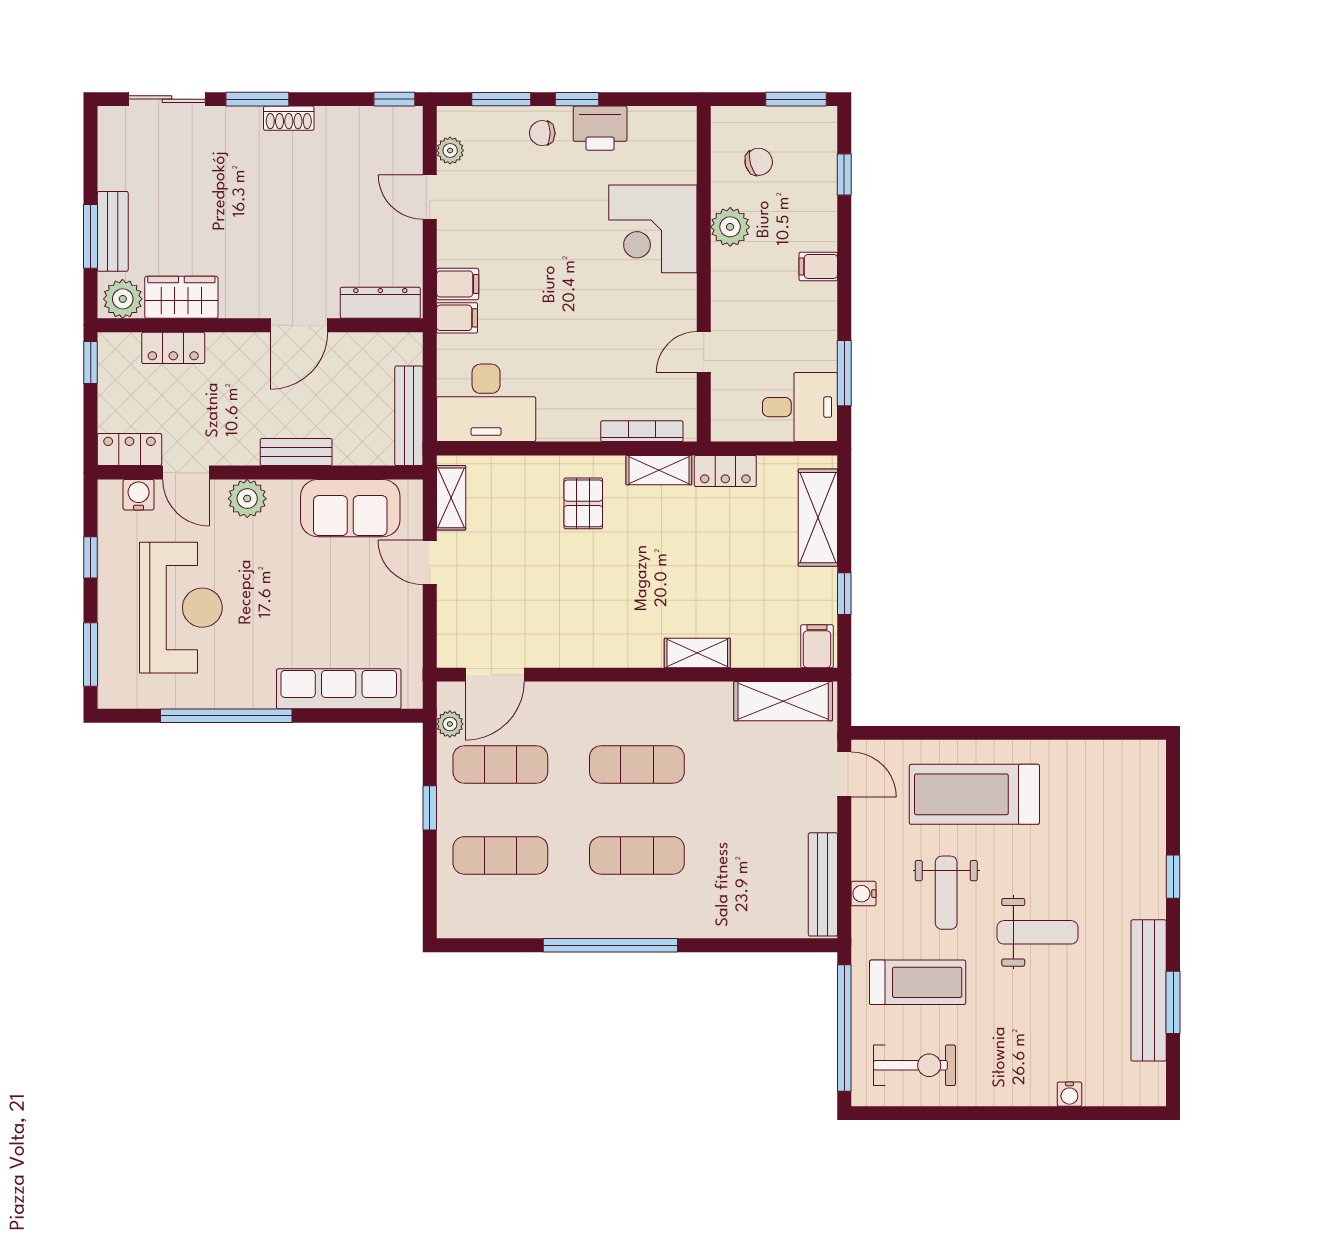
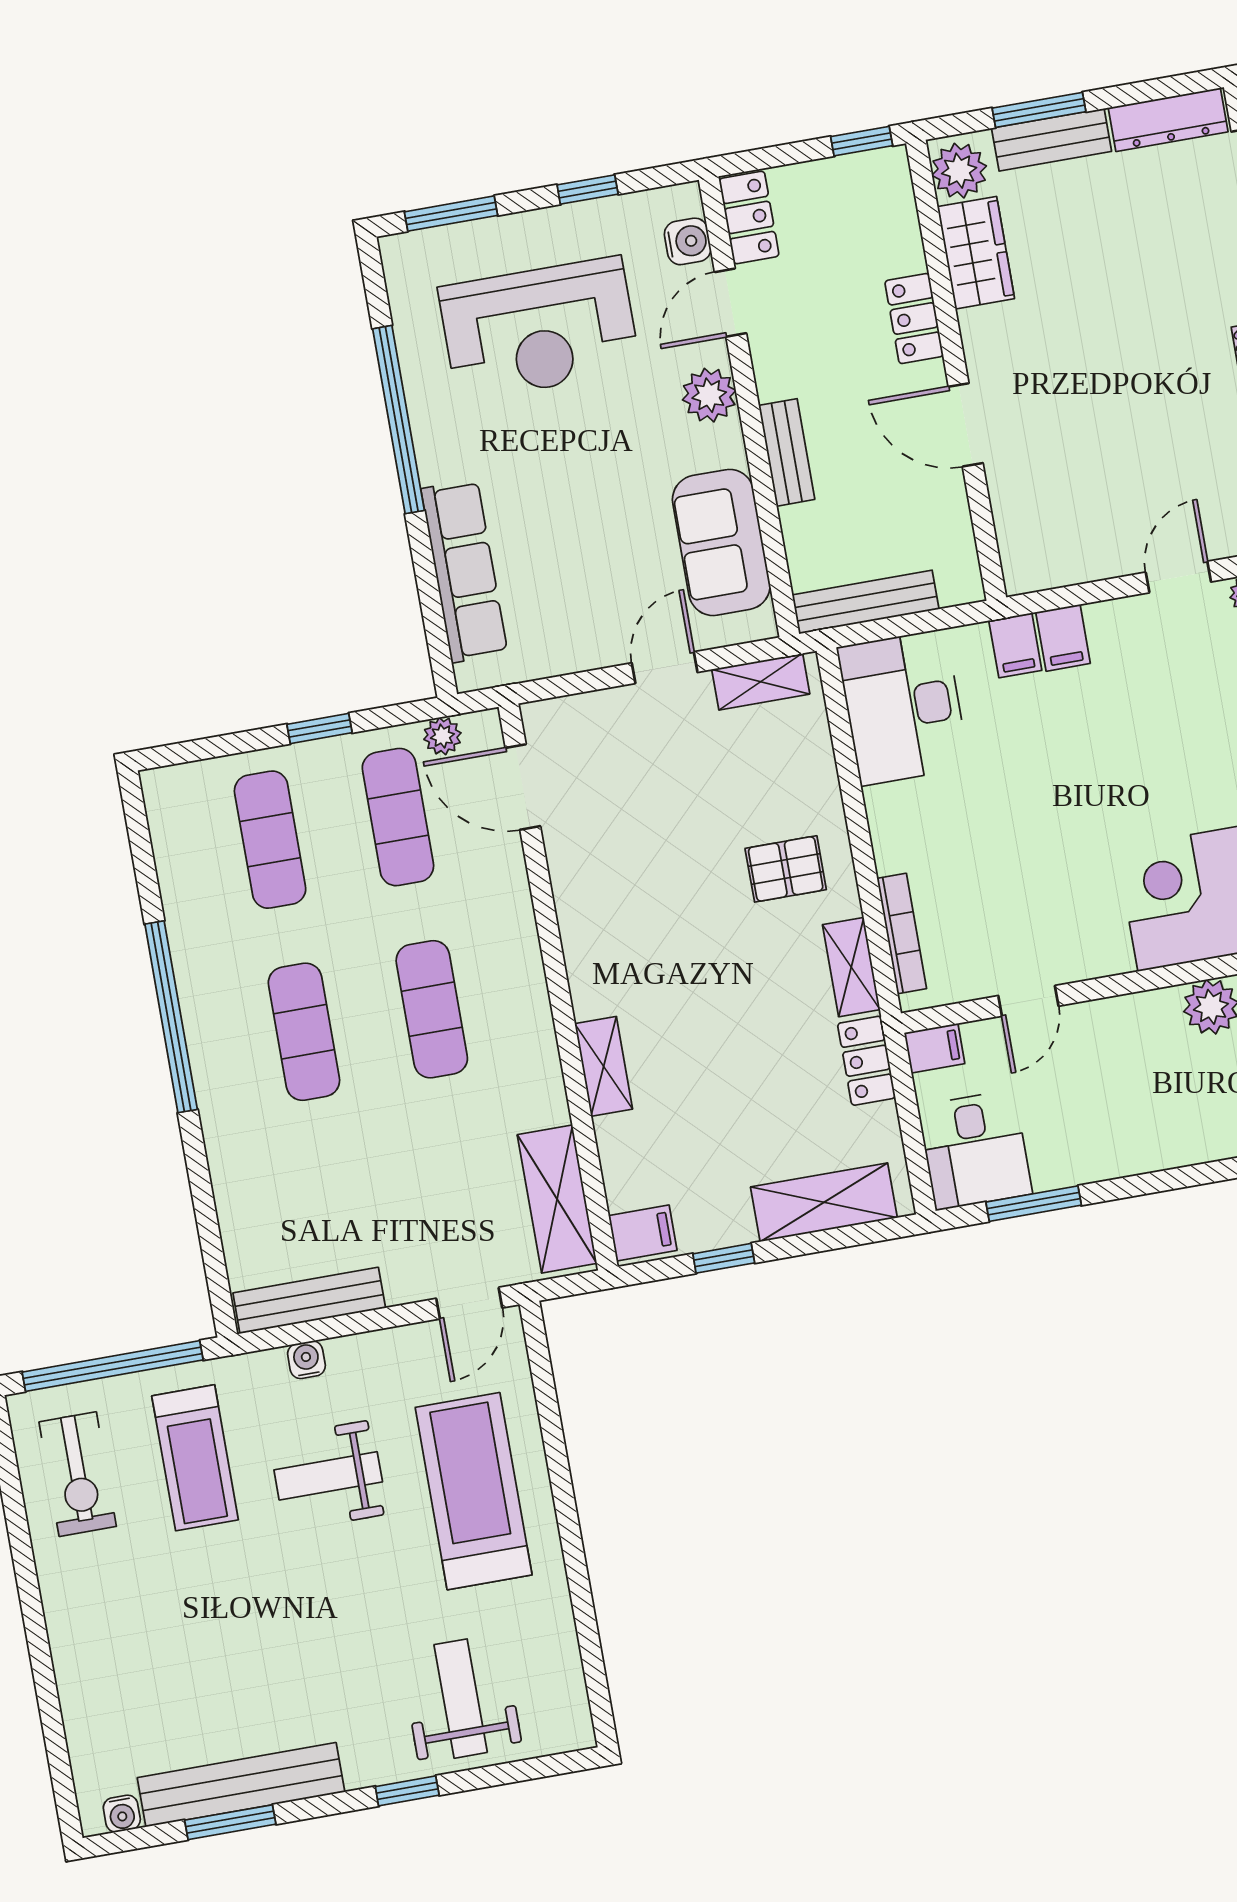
filing cabinet: (818, 266) -> (935, 1048), moved, turned 90
dresser: (380, 303) -> (1168, 120), moved, turned 90
locker: (173, 348) -> (914, 319), moved
door: (704, 352) -> (1028, 1001), swing flipped
weight bench: (1037, 932) -> (461, 1699), moved, turned 180
water cooler: (1069, 1094) -> (122, 1814), moved, turned -90

